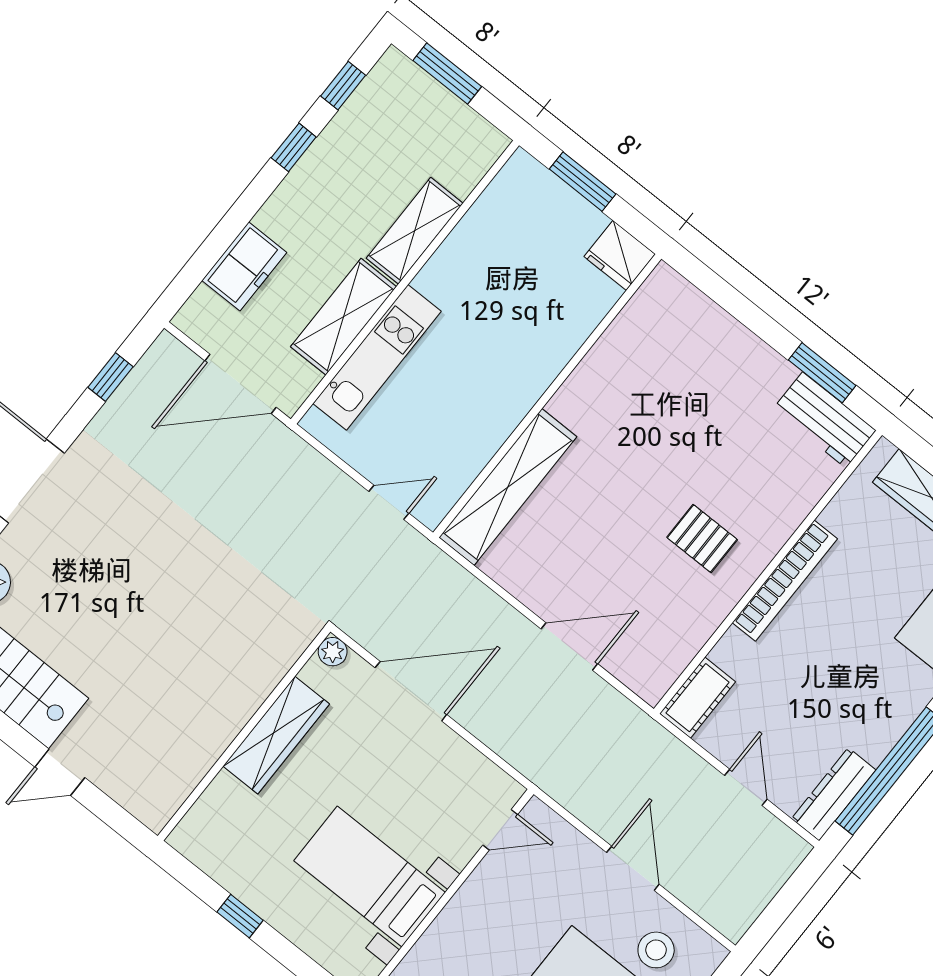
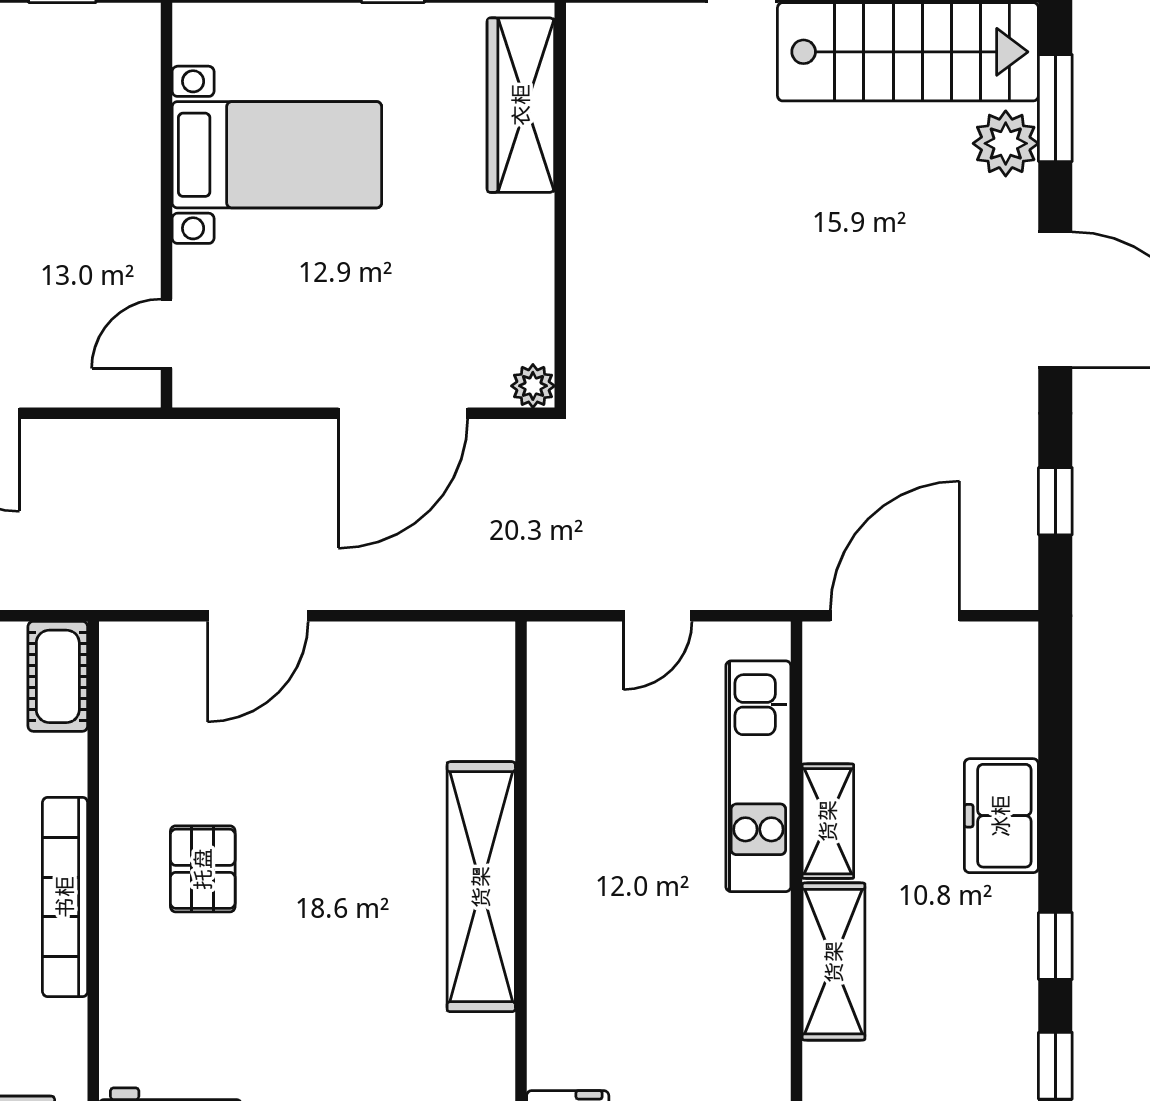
freezer: (244, 266) -> (1001, 816), moved
shelving: (343, 317) -> (828, 821), width x0.67, depth x0.75
shelving: (508, 487) -> (481, 887), moved
door: (389, 502) -> (658, 616), moved
pallet: (702, 539) -> (203, 869), turned 90
wardrobe: (276, 735) -> (521, 105), moved

